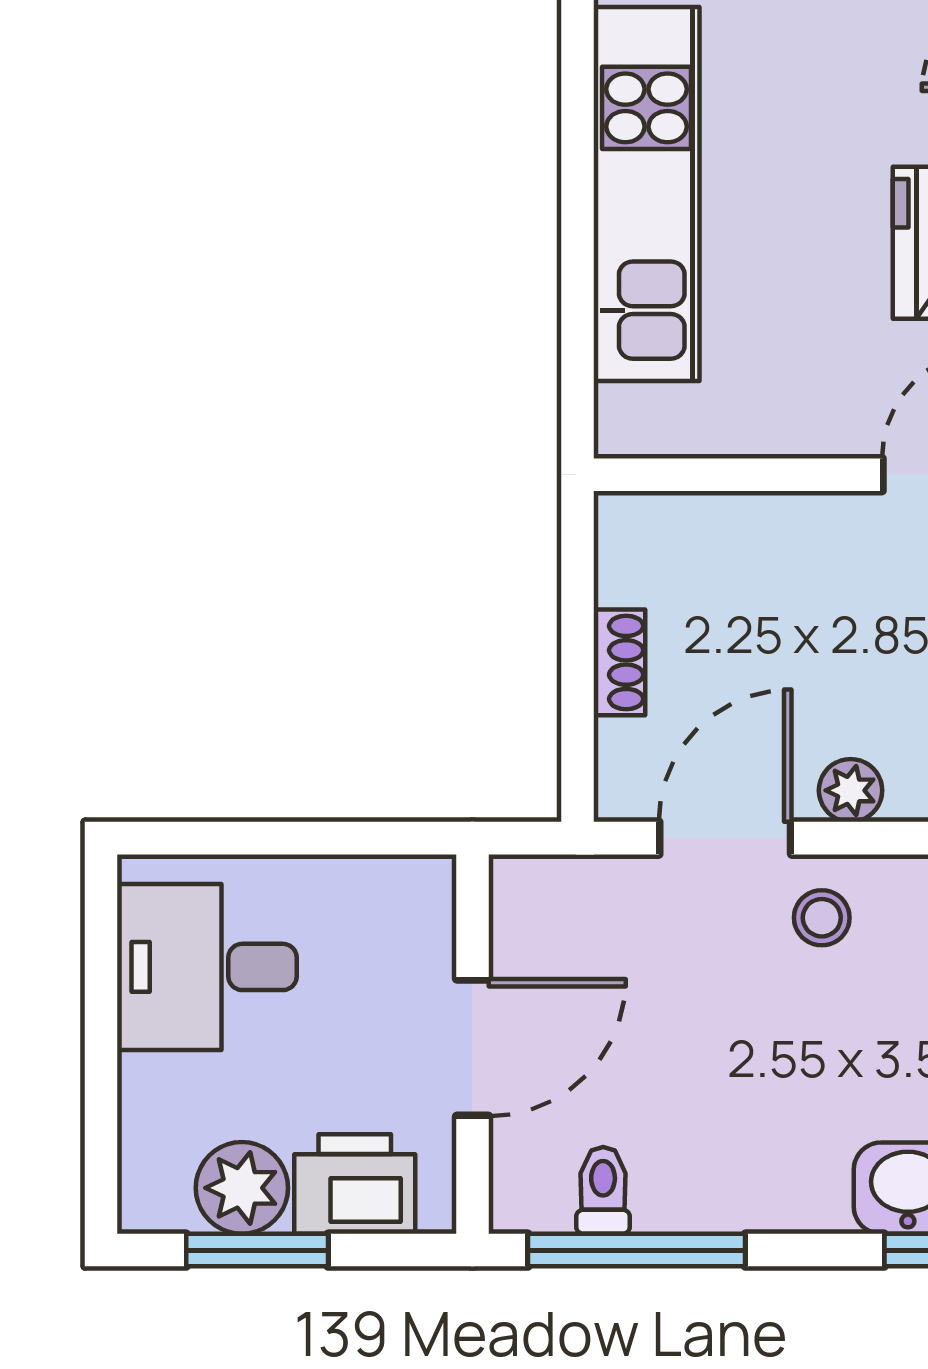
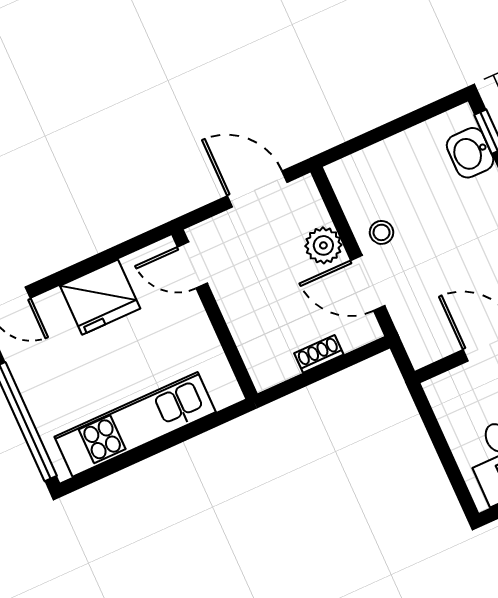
plant: (851, 790) -> (323, 245), width x1.38, depth x1.38

